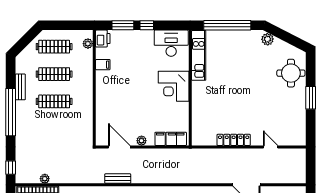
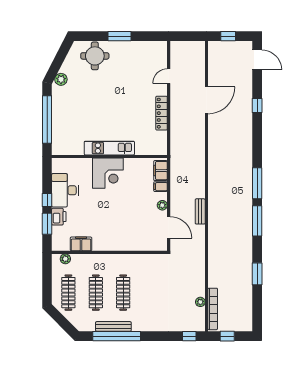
printer: (103, 39) -> (59, 217), moved, turned 90
desk: (171, 43) -> (65, 190), moved
kitchen unit: (199, 55) -> (109, 148), moved
filing cabinet: (103, 65) -> (81, 244), width x2.00
bench: (20, 87) -> (113, 326), width x1.36
window: (11, 112) -> (117, 336), moved
door: (119, 147) -> (169, 227), swing flipped
bench: (118, 179) -> (200, 211), moved

